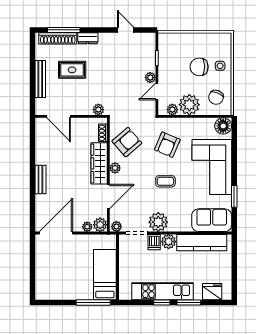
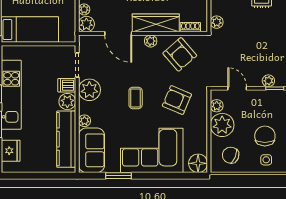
plant: (150, 78) -> (268, 81), moved
plant: (116, 226) -> (84, 121), moved

